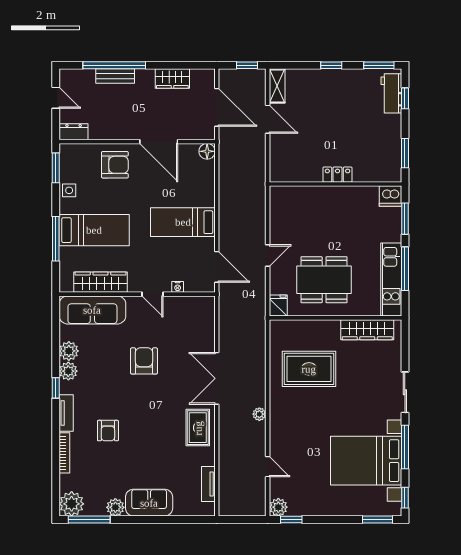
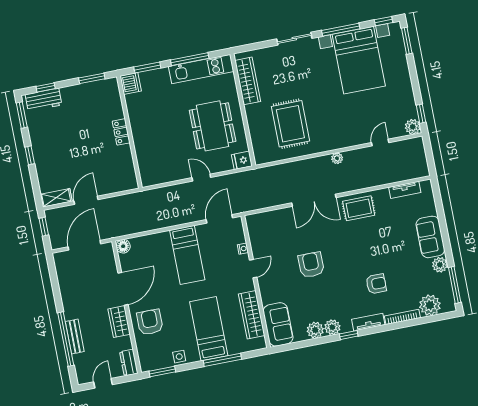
wardrobe: (172, 79) -> (119, 322), moved, turned 180
sofa: (92, 310) -> (278, 324), width x0.73
armchair: (144, 361) -> (311, 265), turned 90
plant: (72, 504) -> (430, 305), moved

